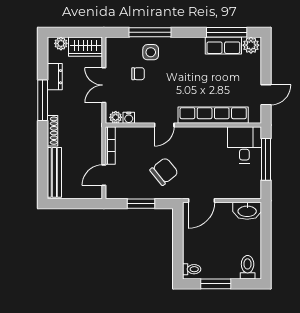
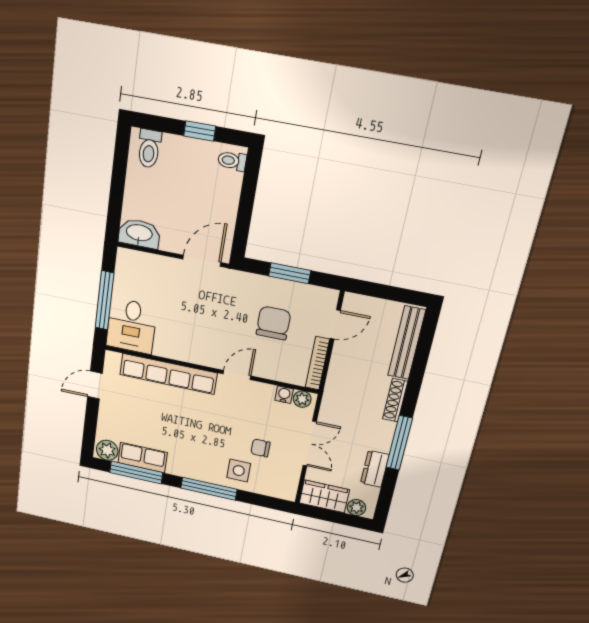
window: (150, 32) -> (209, 489), moved
chair: (164, 171) -> (273, 323), moved, turned 129
window: (216, 284) -> (200, 131), width x0.67

